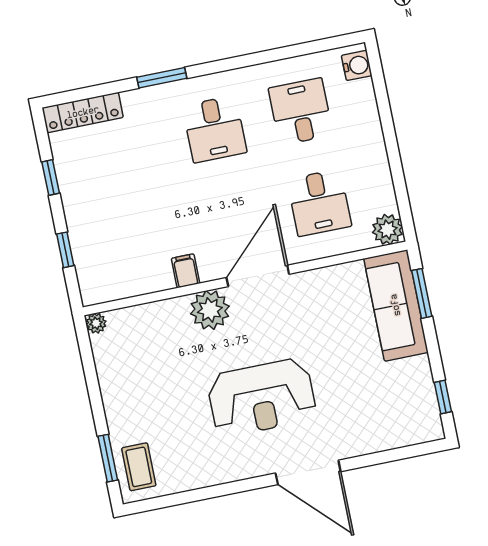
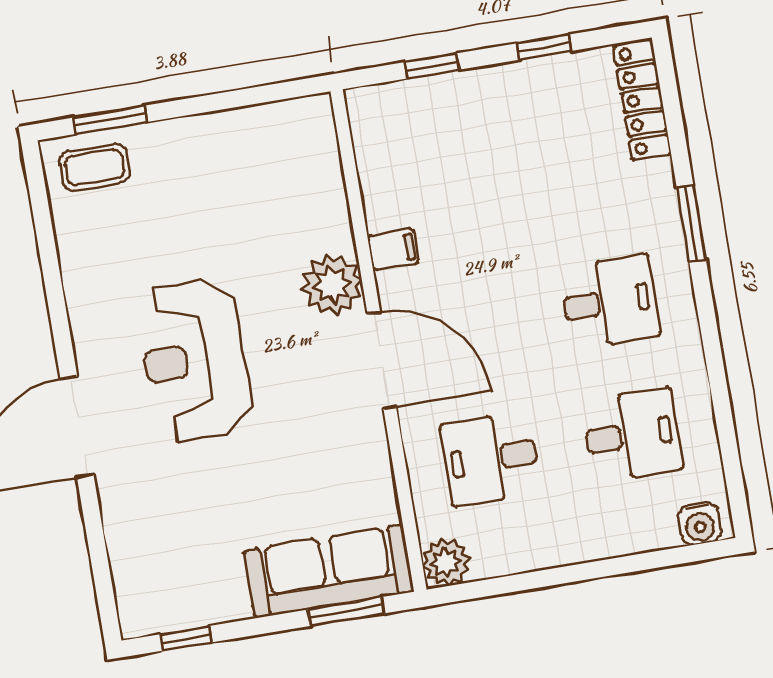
desk: (215, 129) -> (610, 302), turned 180
plant: (96, 323) -> (318, 109), removed

